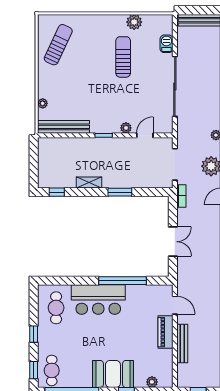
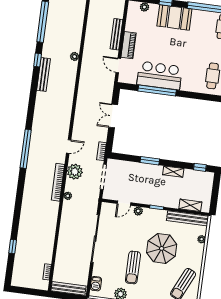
barbecue: (166, 44) -> (96, 284), moved
parasol: (91, 85) -> (162, 248), added
shelving: (62, 144) -> (190, 205), added
bar counter: (98, 299) -> (160, 76), moved

